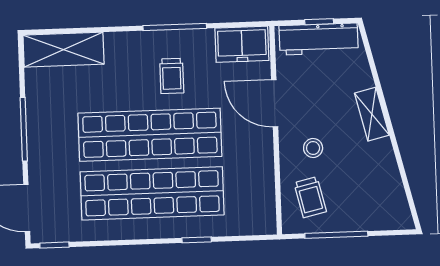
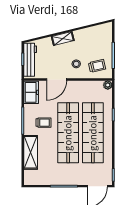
shelving: (63, 50) -> (31, 152), moved
plant: (266, 224) -> (108, 85), added

